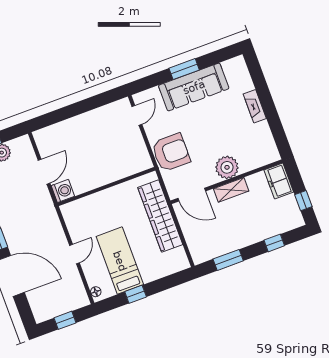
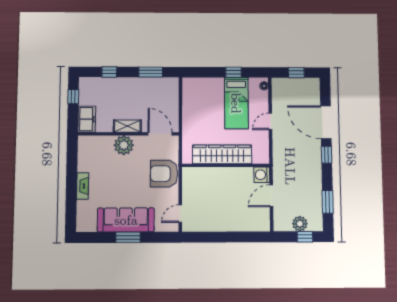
wardrobe: (160, 216) -> (222, 154), moved, turned -90

